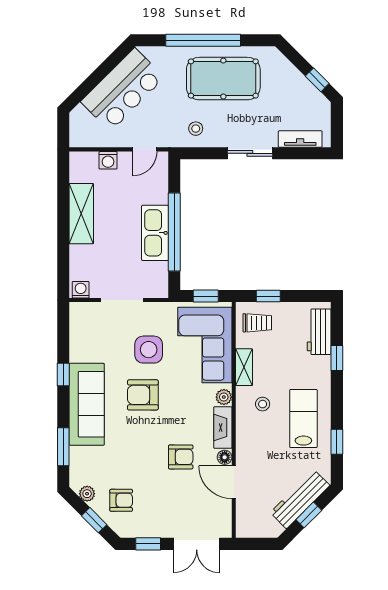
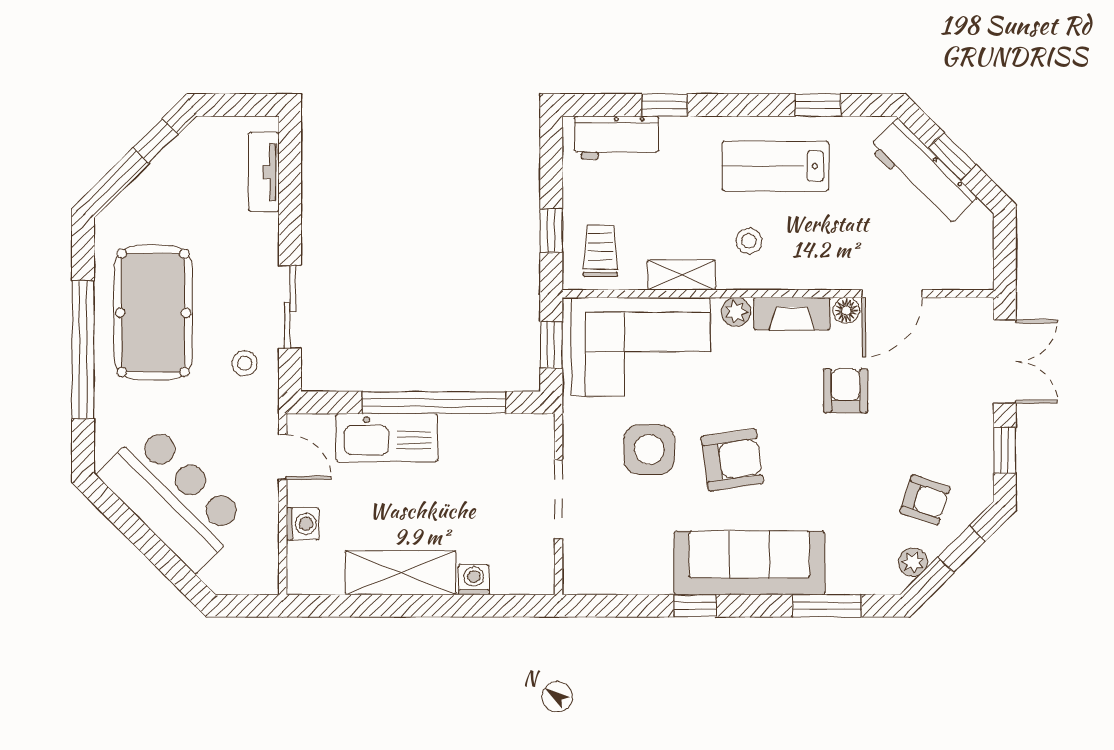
sliding door: (250, 153) -> (290, 307), moved
kitchen sink: (155, 233) -> (387, 438), moved
washing machine: (81, 290) -> (474, 580), moved, turned 90
armchair: (143, 395) -> (732, 460), turned -98
armchair: (121, 500) -> (925, 500), turned 108

